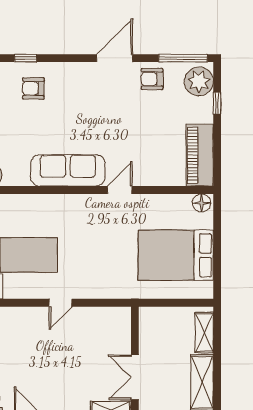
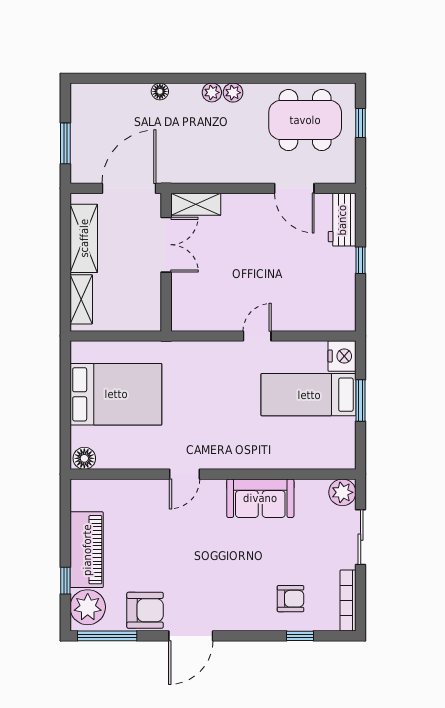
armchair: (152, 79) -> (145, 610), width x1.38, depth x1.38
piano: (200, 155) -> (87, 550), moved
sofa: (68, 170) -> (260, 498), width x0.73

